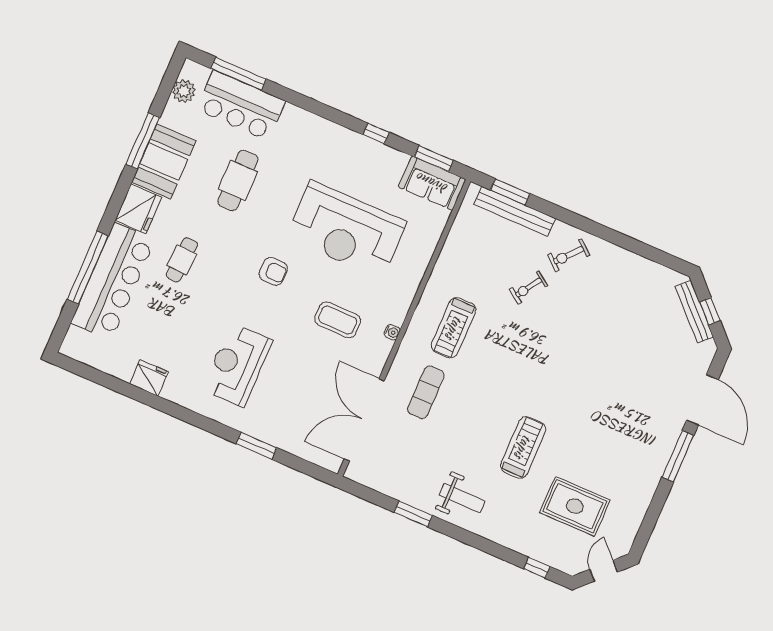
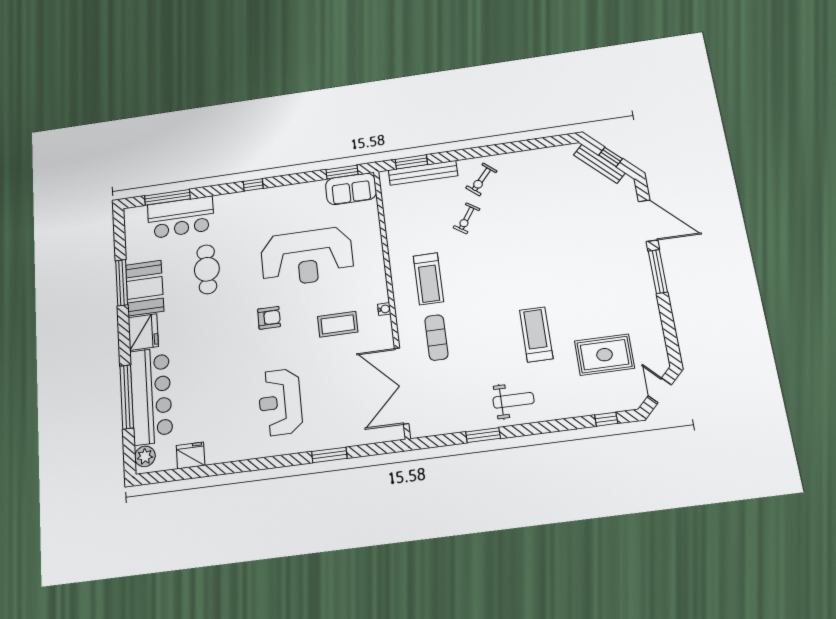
plant: (184, 91) -> (145, 456), moved
window: (376, 133) -> (253, 185), moved
cafe table: (182, 260) -> (195, 350), removed
fridge: (149, 378) -> (191, 455), moved

